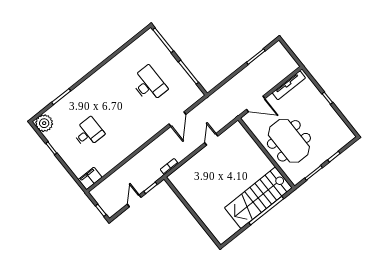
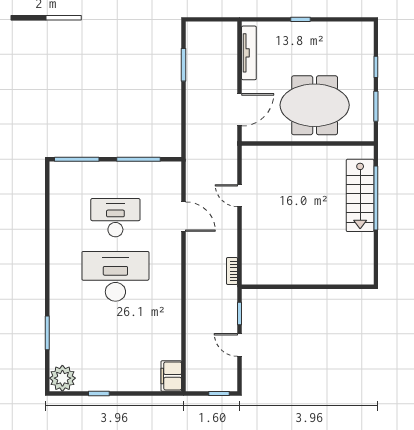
desk: (88, 133) -> (115, 276), moved, width x1.87, depth x1.30
stairs: (258, 198) -> (360, 195), width x0.73, depth x0.66

